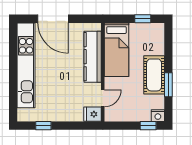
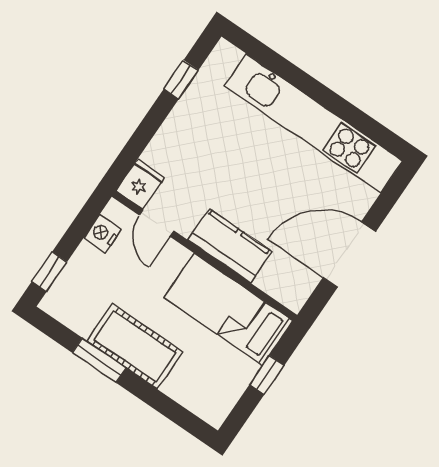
door: (53, 19) -> (349, 255), moved
window: (143, 19) -> (267, 375), moved
kitchen counter: (93, 57) -> (230, 246), width x0.67
nightstand: (158, 116) -> (102, 234), moved

